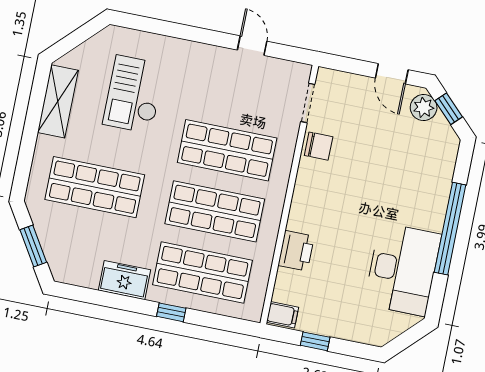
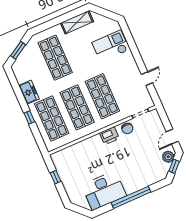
checkout: (134, 94) -> (111, 46), moved
printer: (296, 251) -> (109, 136), moved
filing cabinet: (283, 315) -> (57, 158), removed

